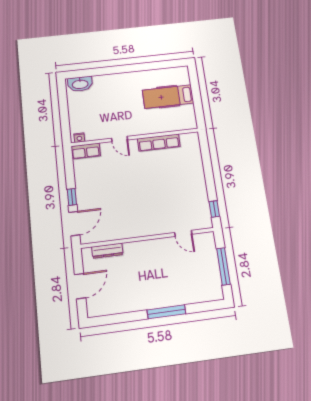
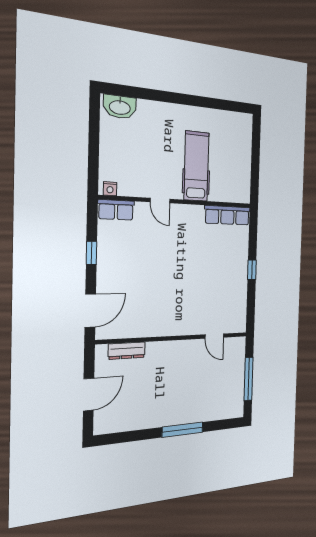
hospital bed: (168, 97) -> (196, 166), moved, turned 90
row of seats: (159, 143) -> (227, 215), moved
window: (72, 197) -> (91, 253), moved
window: (214, 209) -> (252, 270), moved

